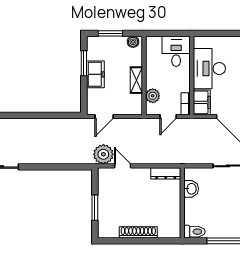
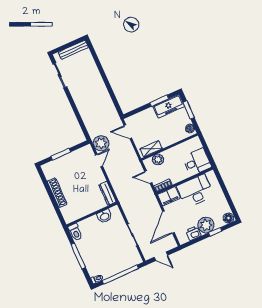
freezer: (95, 74) -> (169, 106), moved, width x1.40
shelving: (136, 80) -> (151, 149), moved

